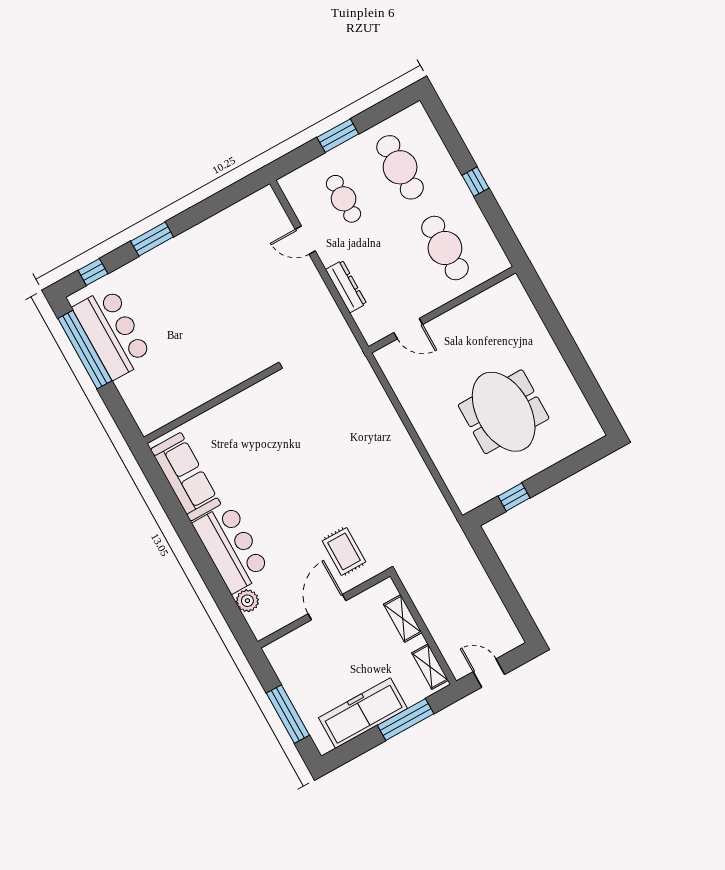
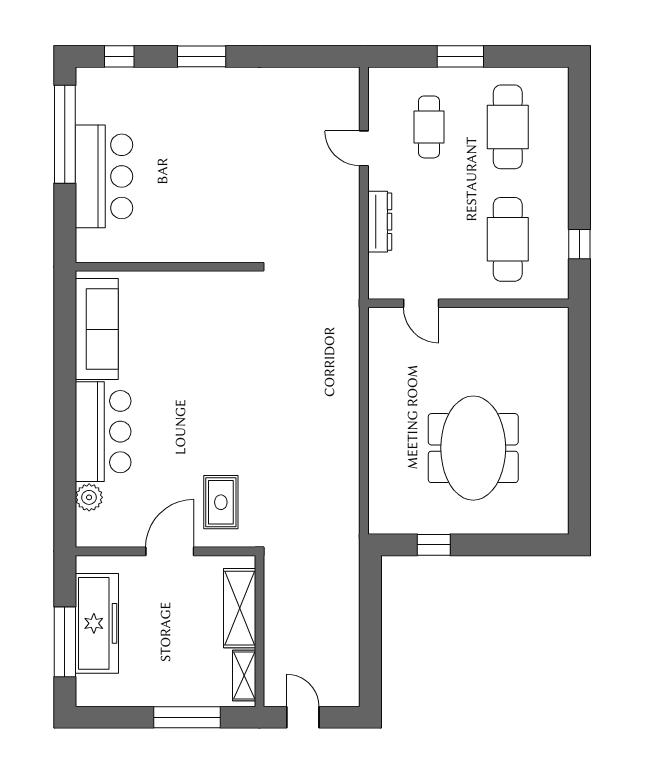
window: (475, 182) -> (579, 244), moved
bar counter: (112, 333) -> (104, 176), moved
shelving: (403, 618) -> (240, 608), width x1.50, depth x1.33
freezer: (363, 713) -> (97, 623), moved, turned 90

